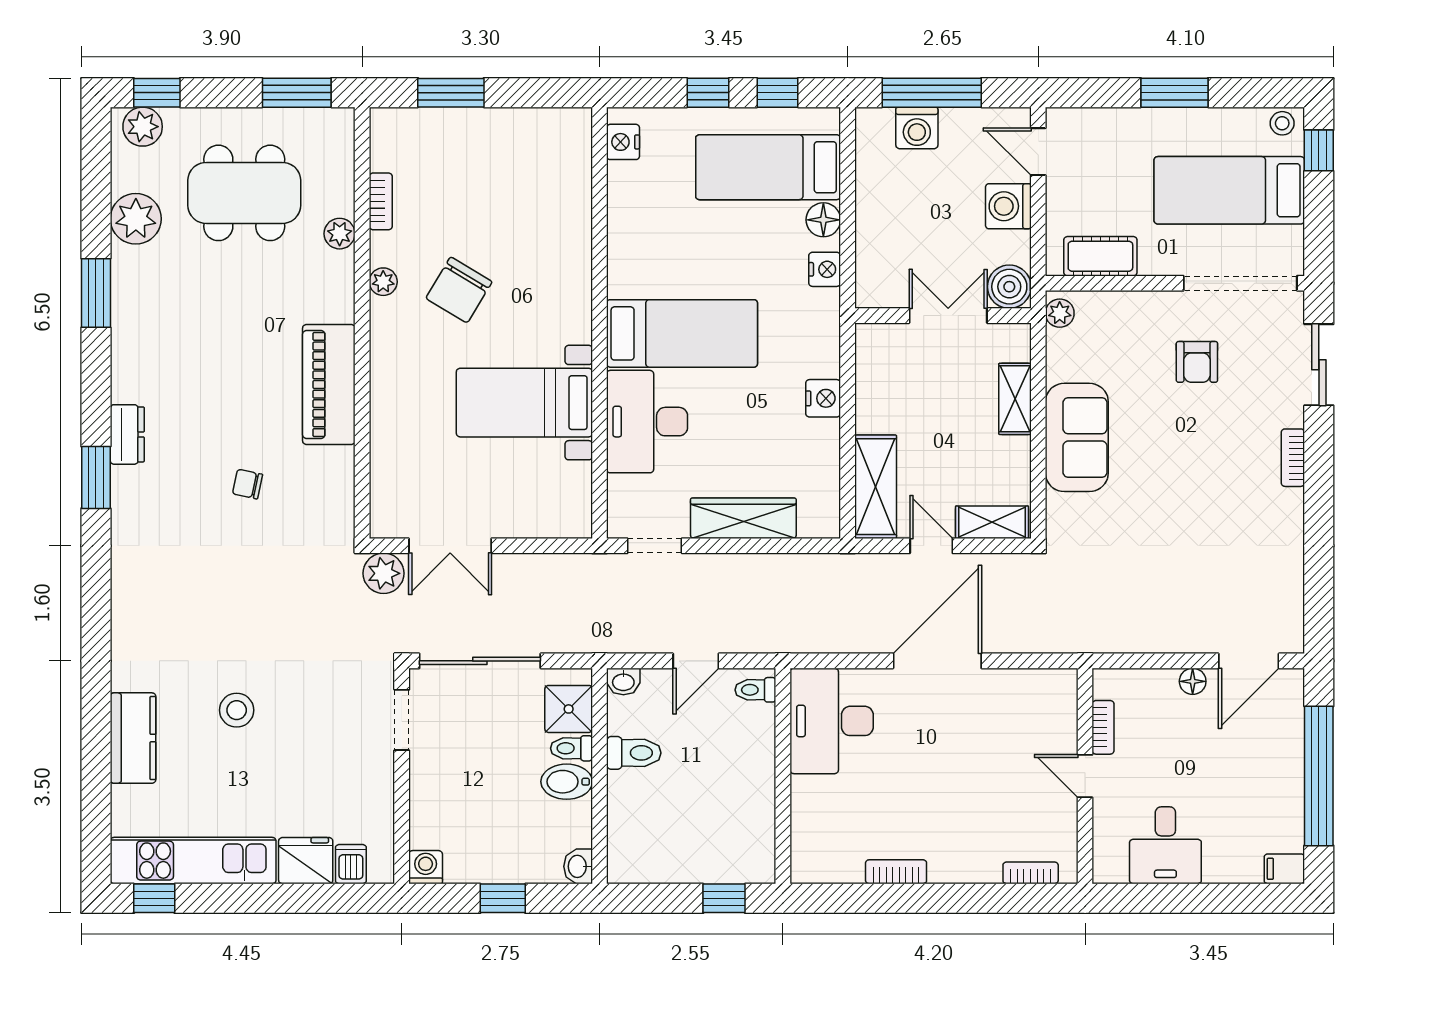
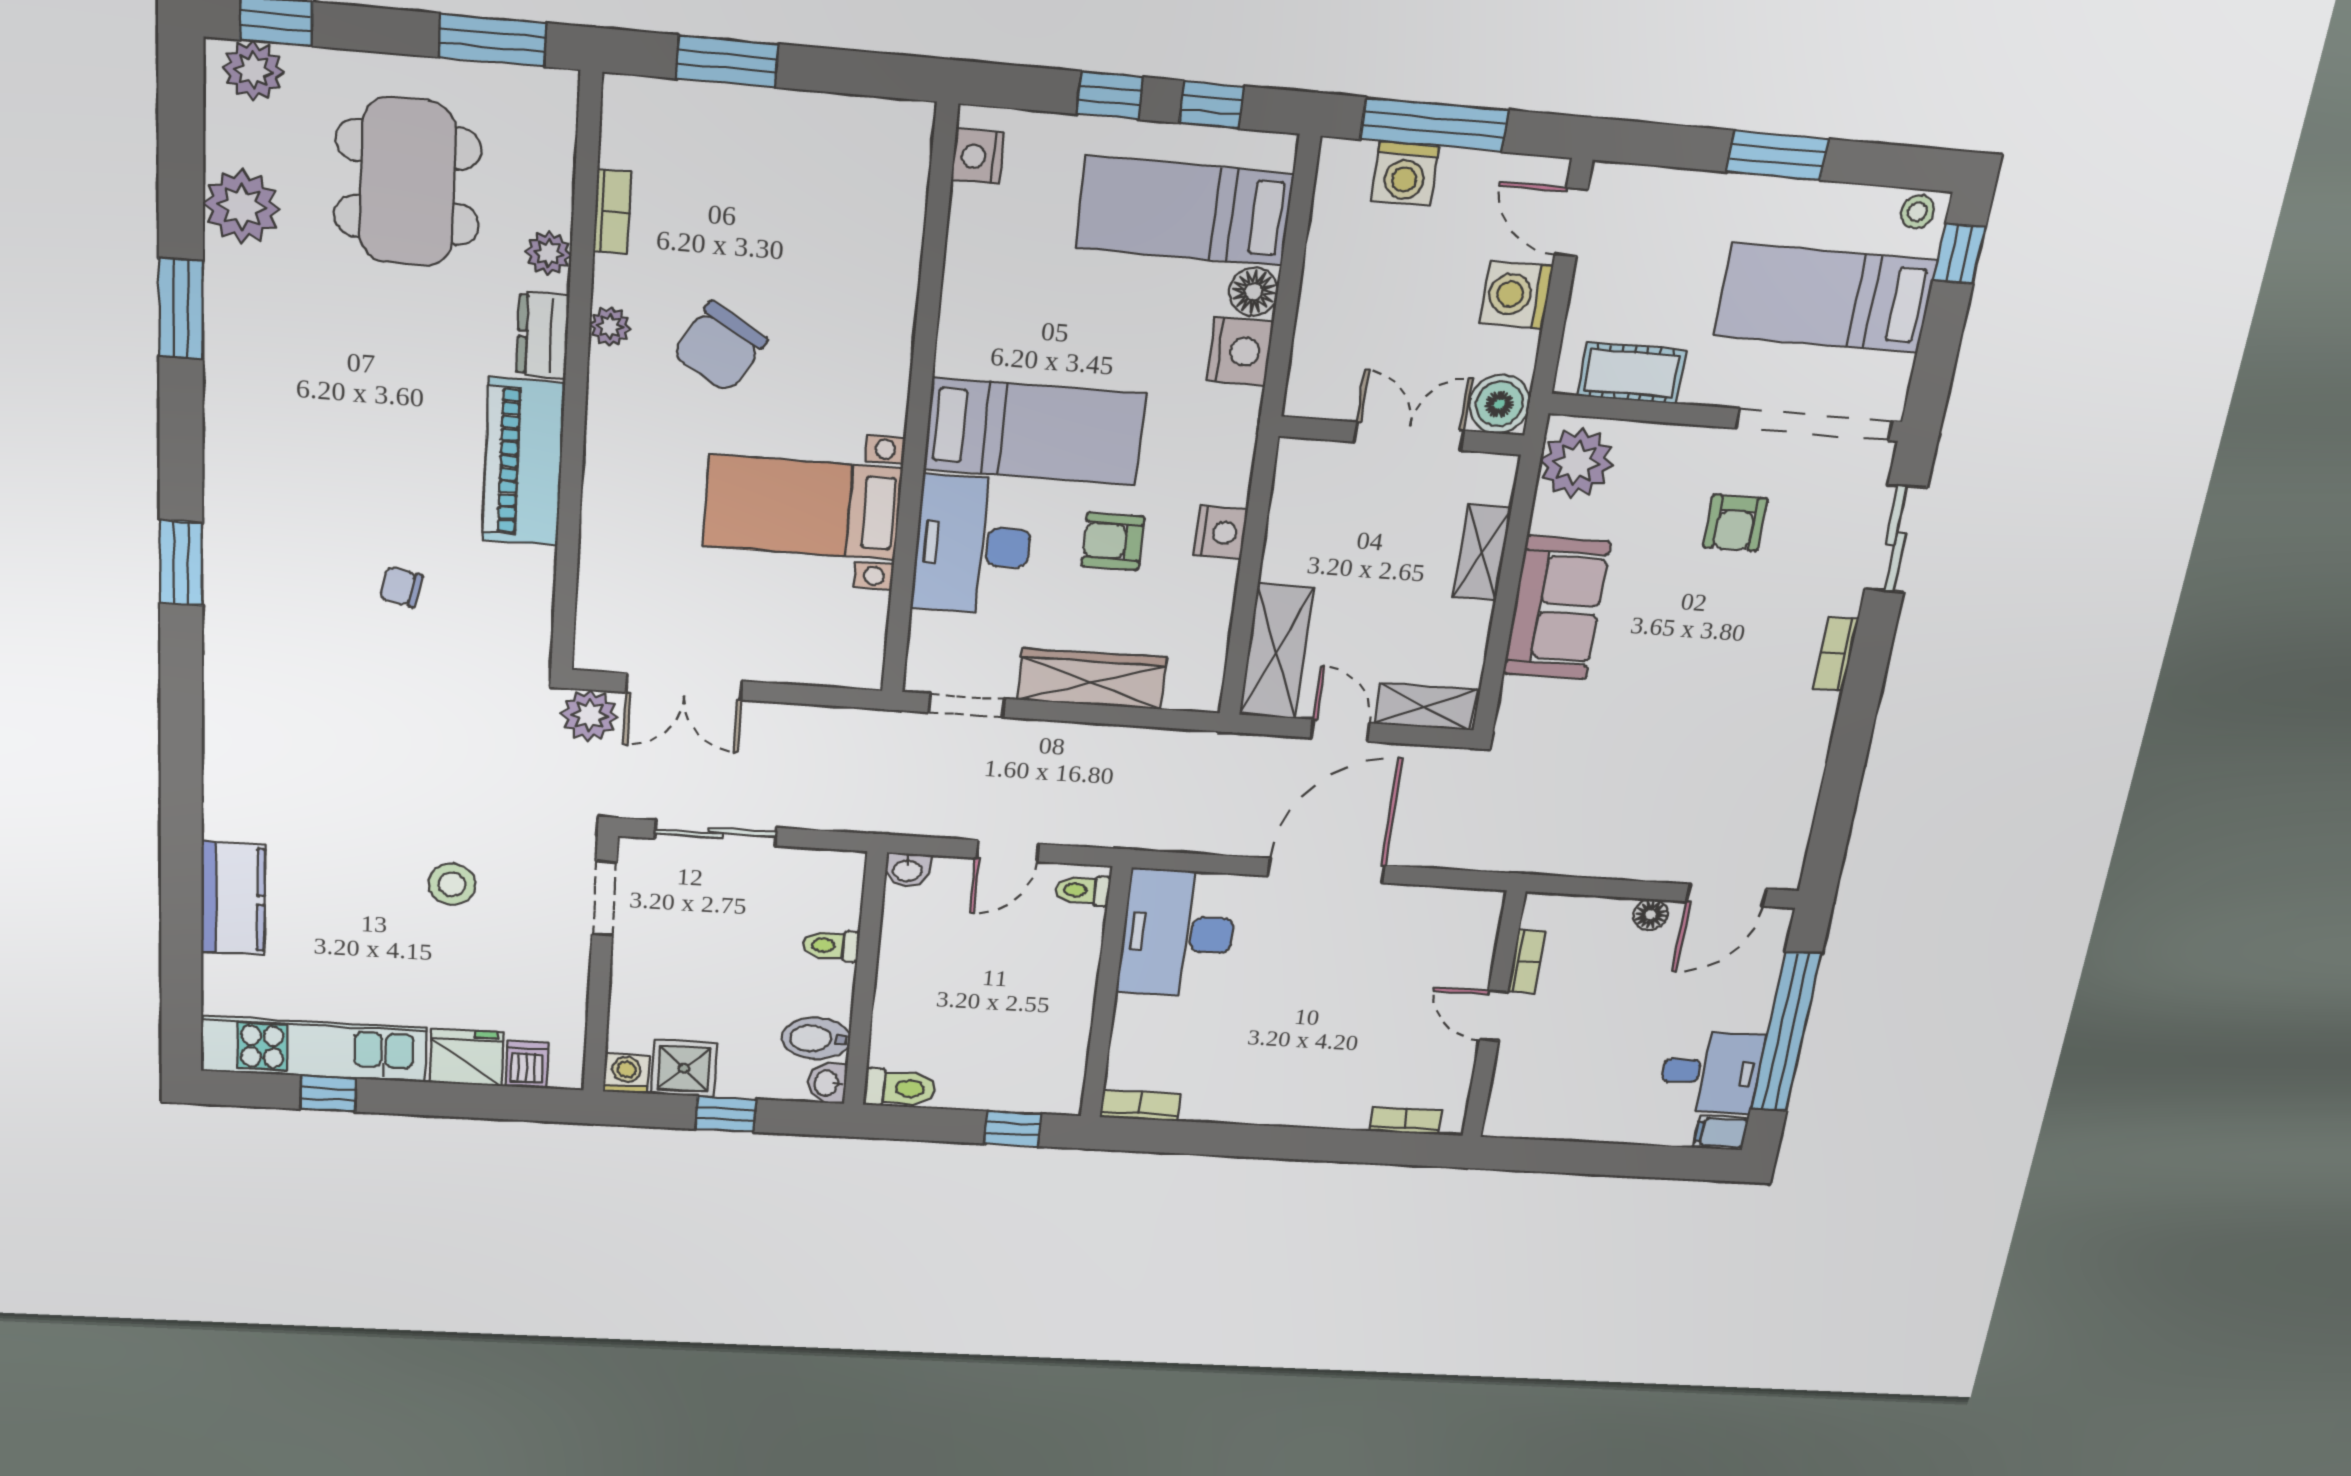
dining table: (244, 193) -> (408, 182), turned 90
nightstand: (825, 269) -> (1240, 351), width x1.36, depth x1.33
plant: (1060, 313) -> (1576, 463), width x1.87, depth x1.87
armchair: (746, 411) -> (1113, 541), added
dresser: (127, 434) -> (543, 335), moved, turned 180
sliding door: (480, 661) -> (716, 833), width x0.73
shower: (569, 709) -> (684, 1068), moved
stool: (237, 710) -> (452, 884), moved
toilet: (634, 753) -> (900, 1088), moved
bidet: (567, 782) -> (816, 1038), moved
desk: (1165, 845) -> (1711, 1072), moved, turned -90
bookcase: (896, 872) -> (1140, 1105), moved
window: (154, 898) -> (328, 1094), moved

